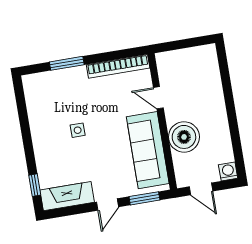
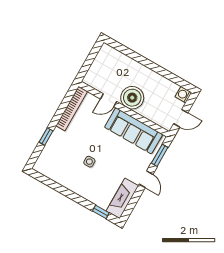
window: (67, 63) -> (46, 137), width x0.67
boiler: (184, 137) -> (132, 98), moved

